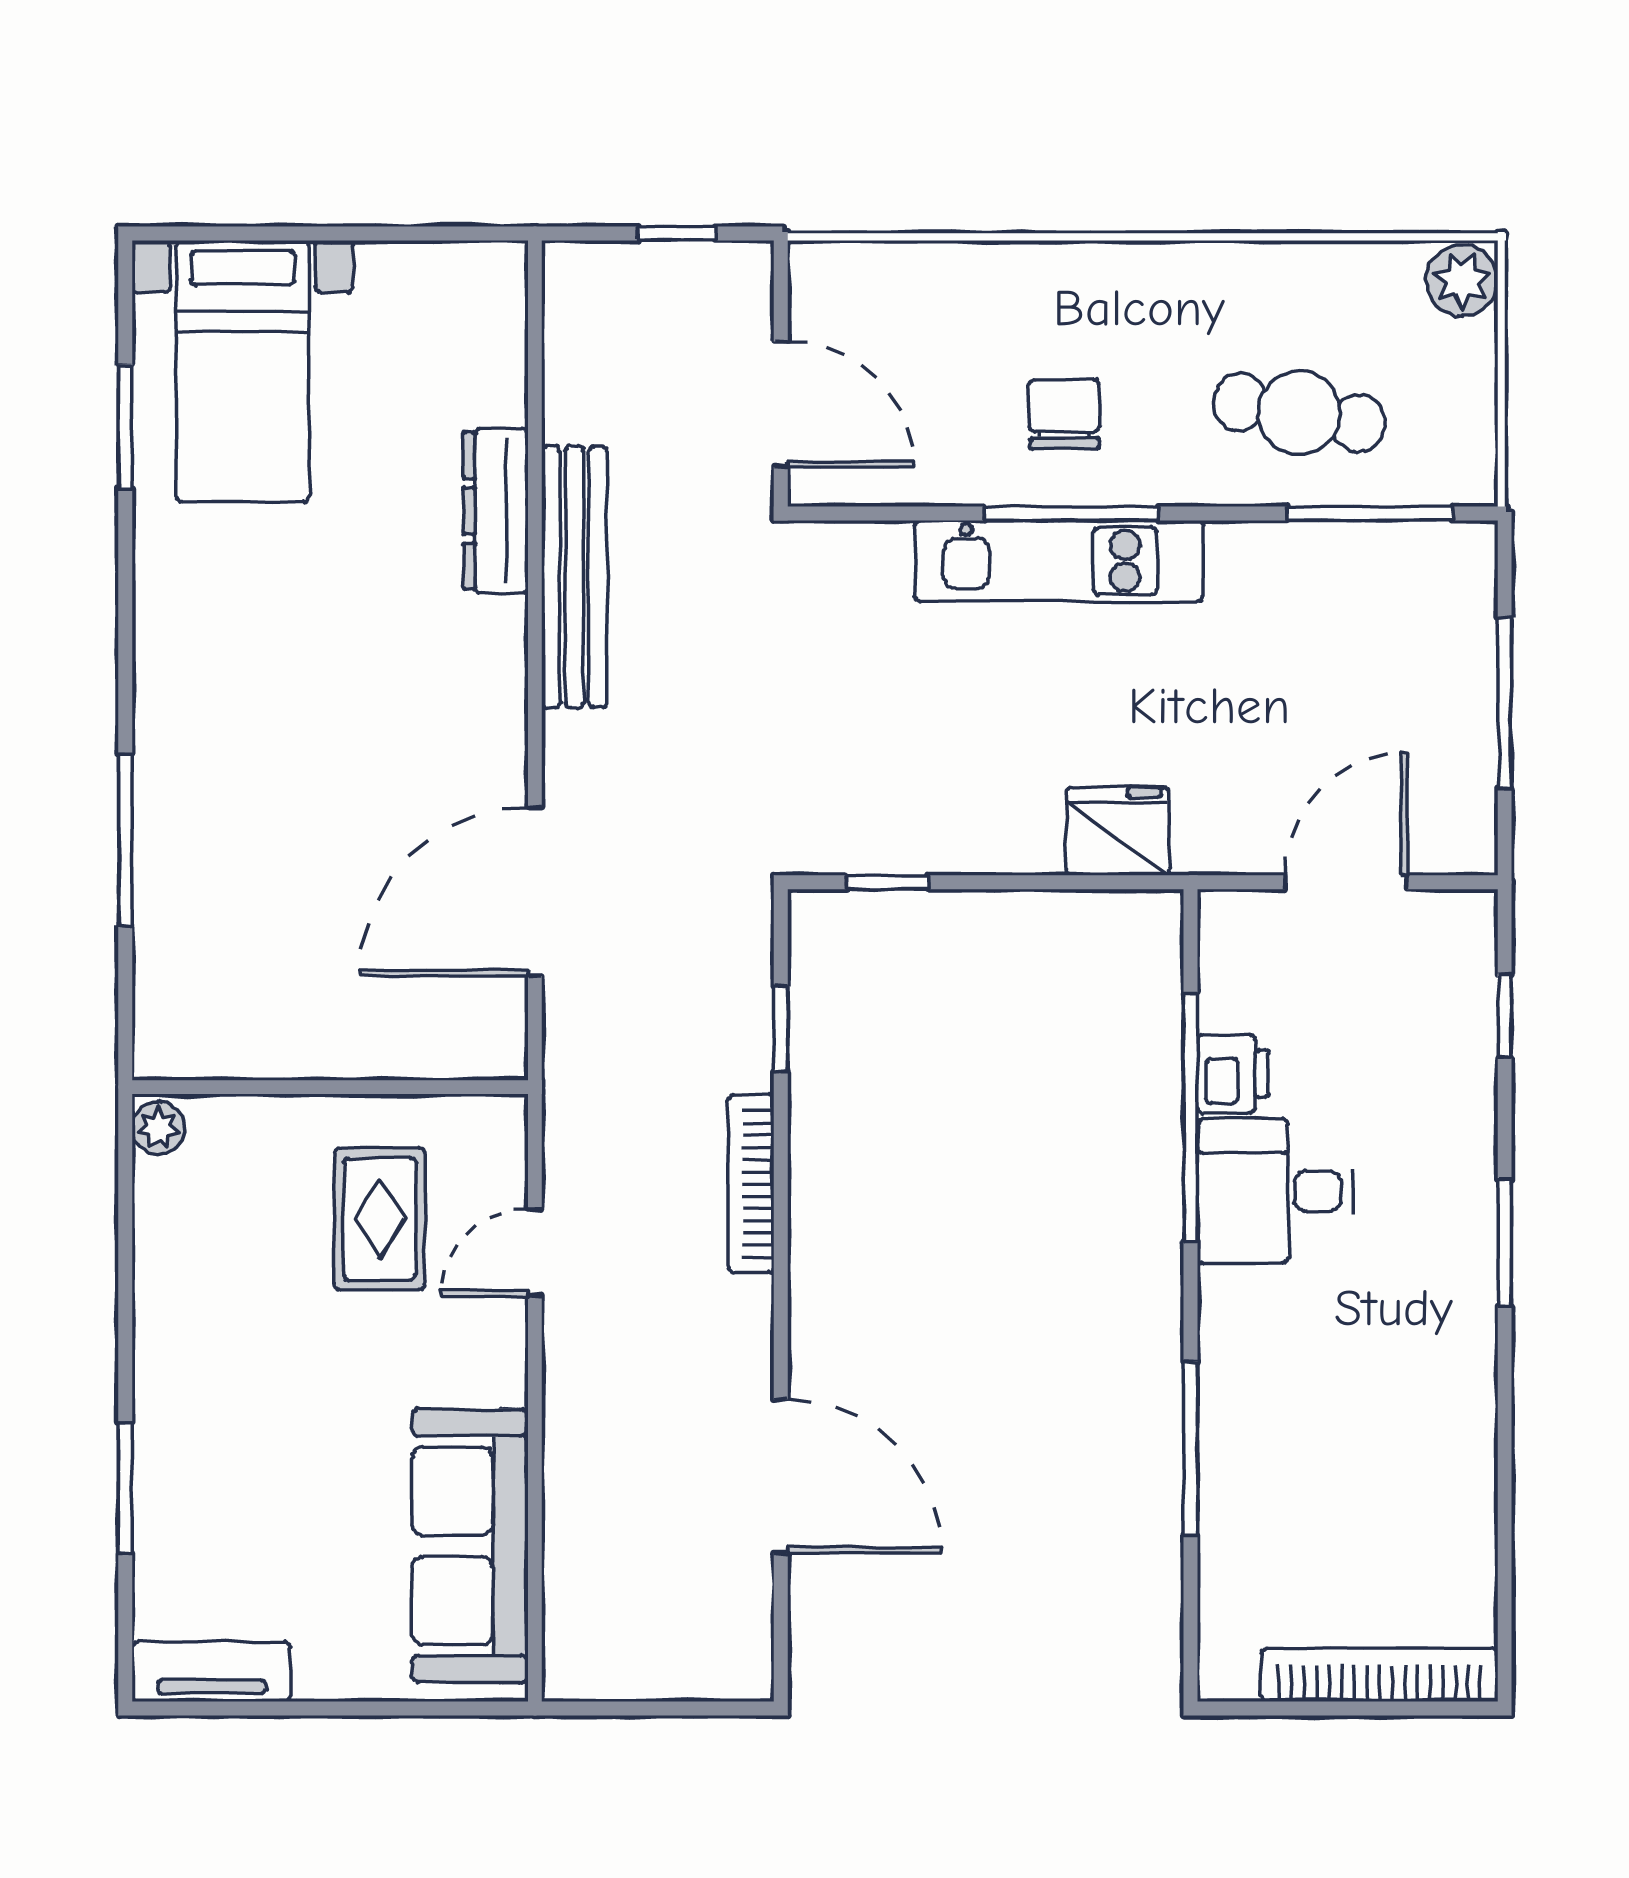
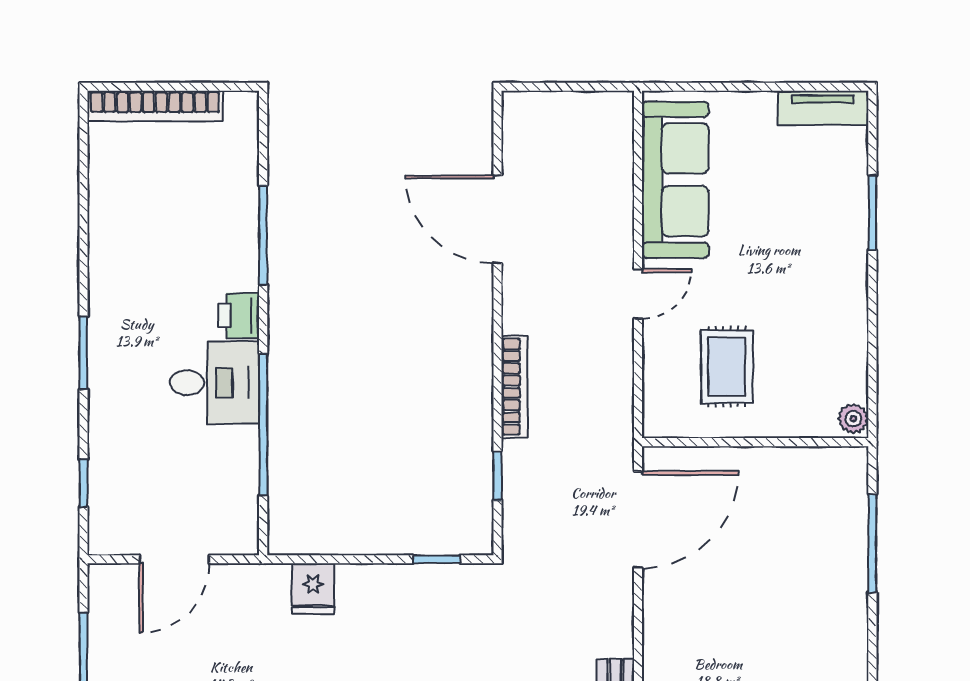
fridge: (1118, 831) -> (313, 589), width x0.72
window: (125, 840) -> (872, 544), moved
door: (535, 892) -> (638, 520), moved
printer: (1233, 1074) -> (239, 315), moved
door: (535, 1253) -> (638, 294), moved

